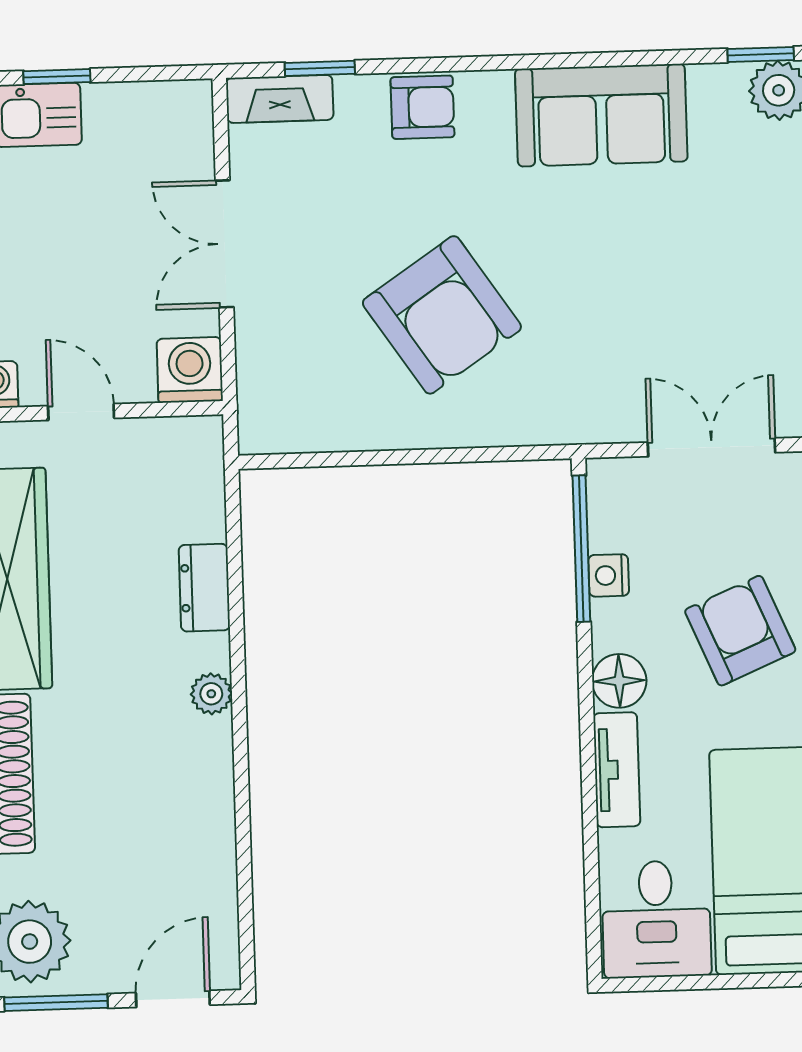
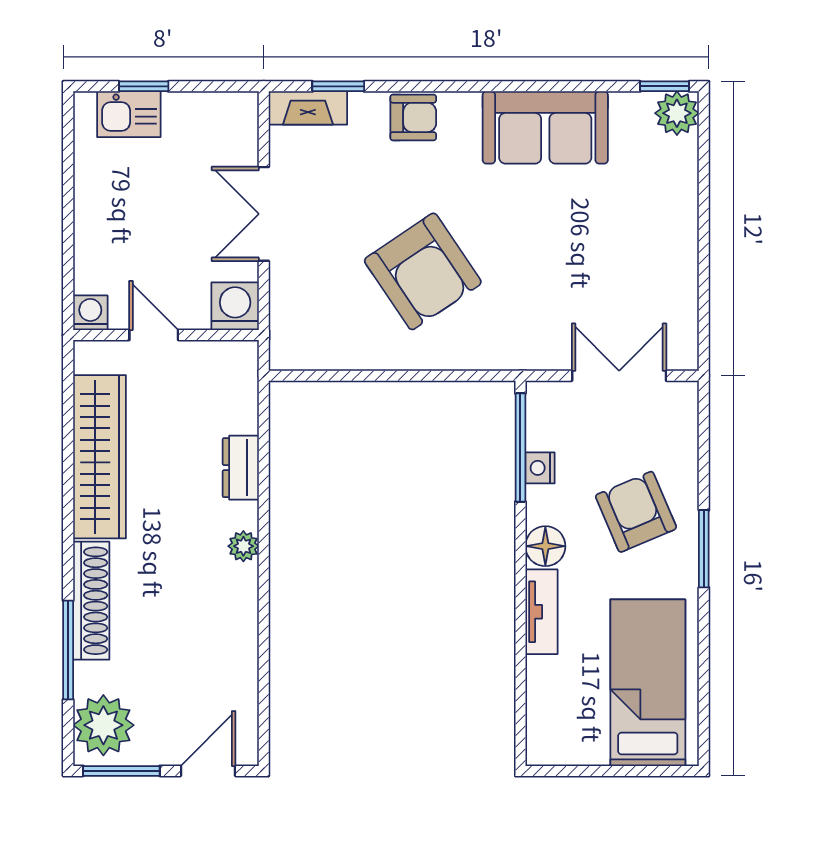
desk: (656, 919) -> (567, 723), removed

